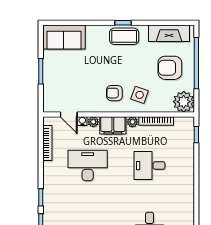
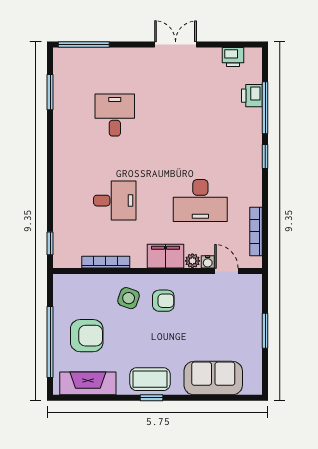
sofa: (64, 37) -> (213, 378), moved
plant: (184, 102) -> (68, 289), removed
plant: (132, 122) -> (138, 261), removed

